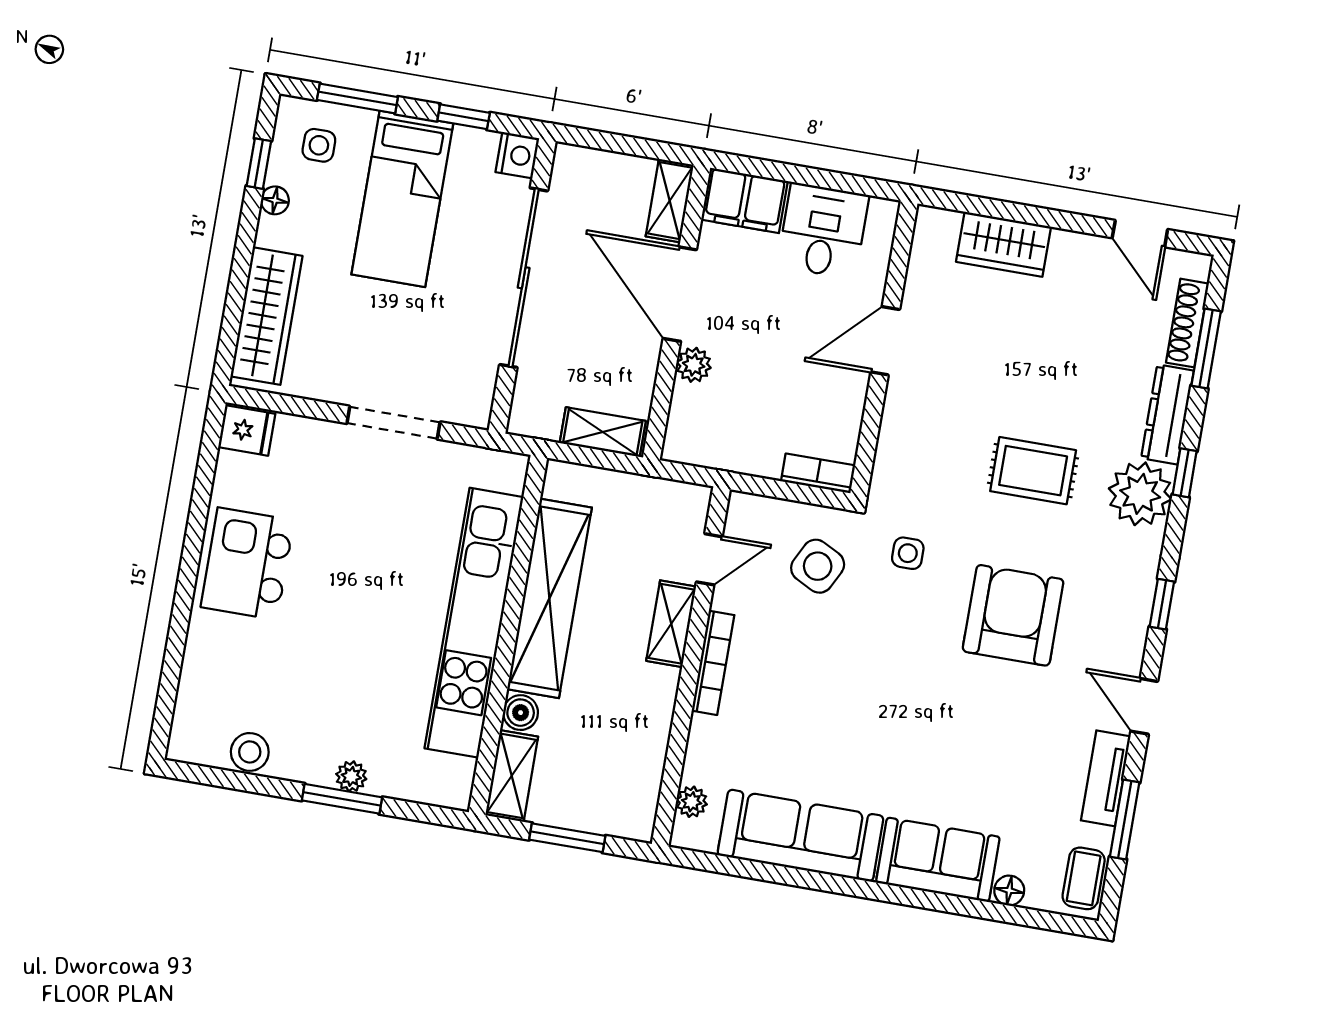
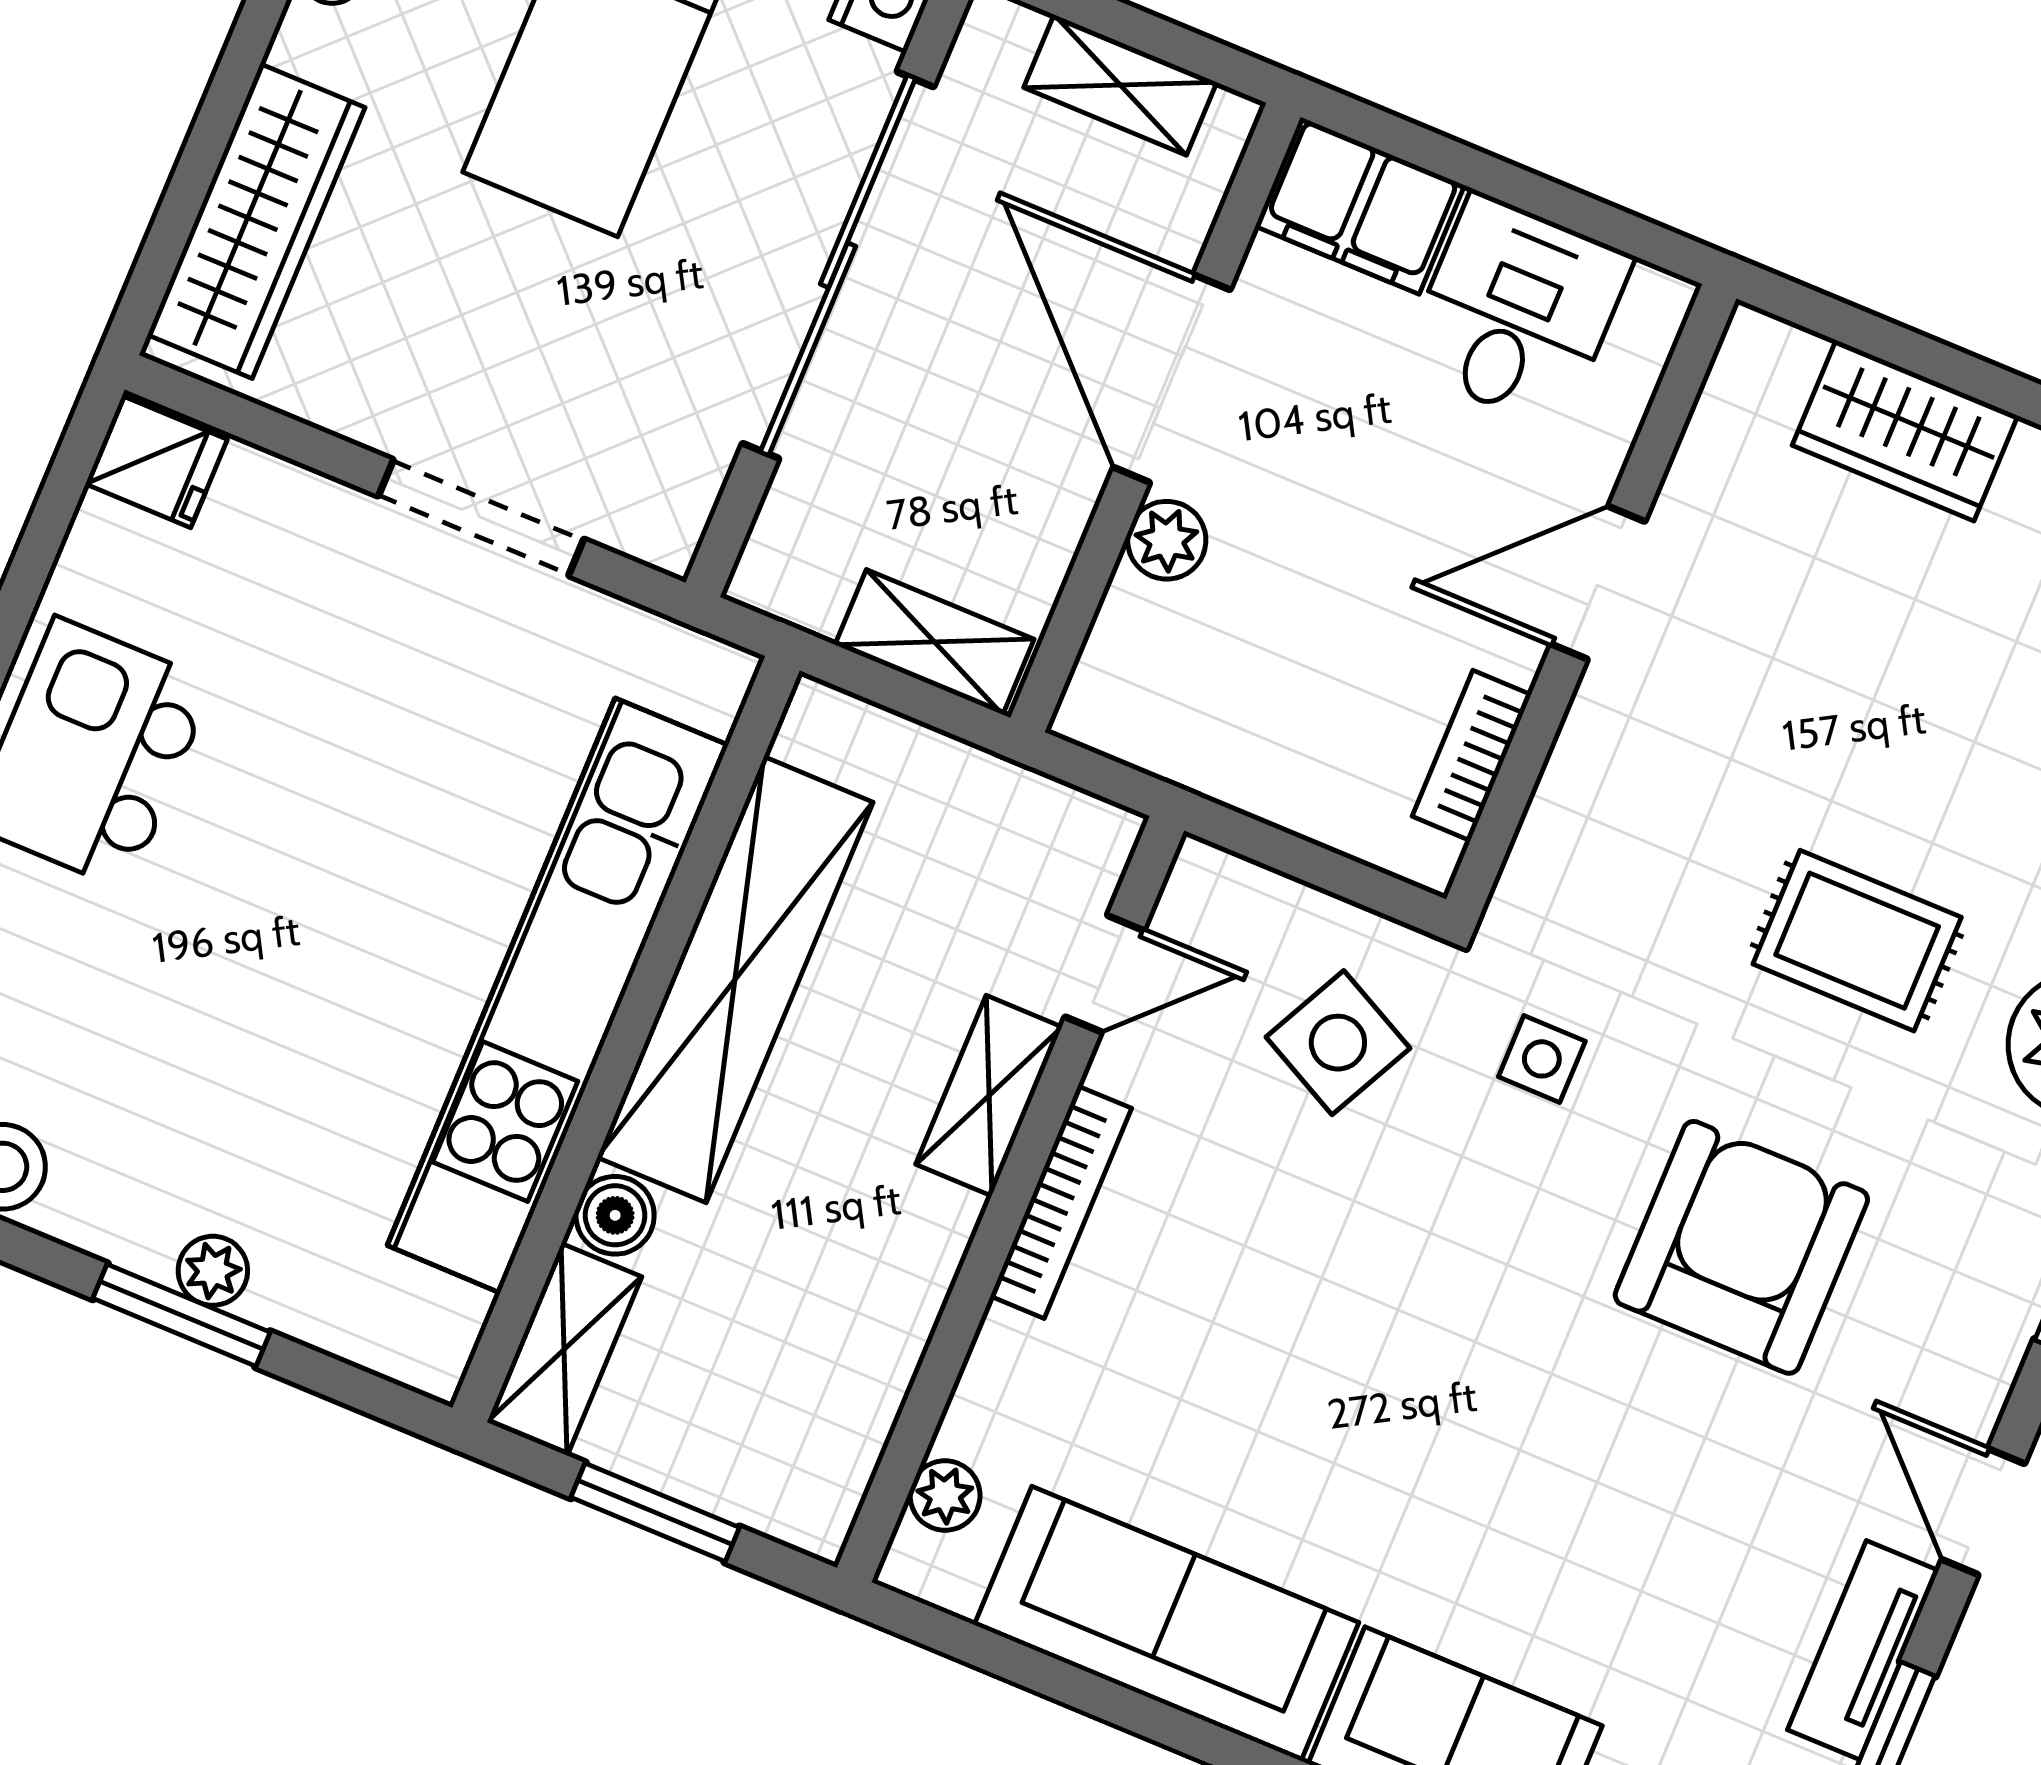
shelving: (670, 201) -> (1120, 85), moved, turned 90
bookcase: (818, 473) -> (1472, 756), moved, turned -90

